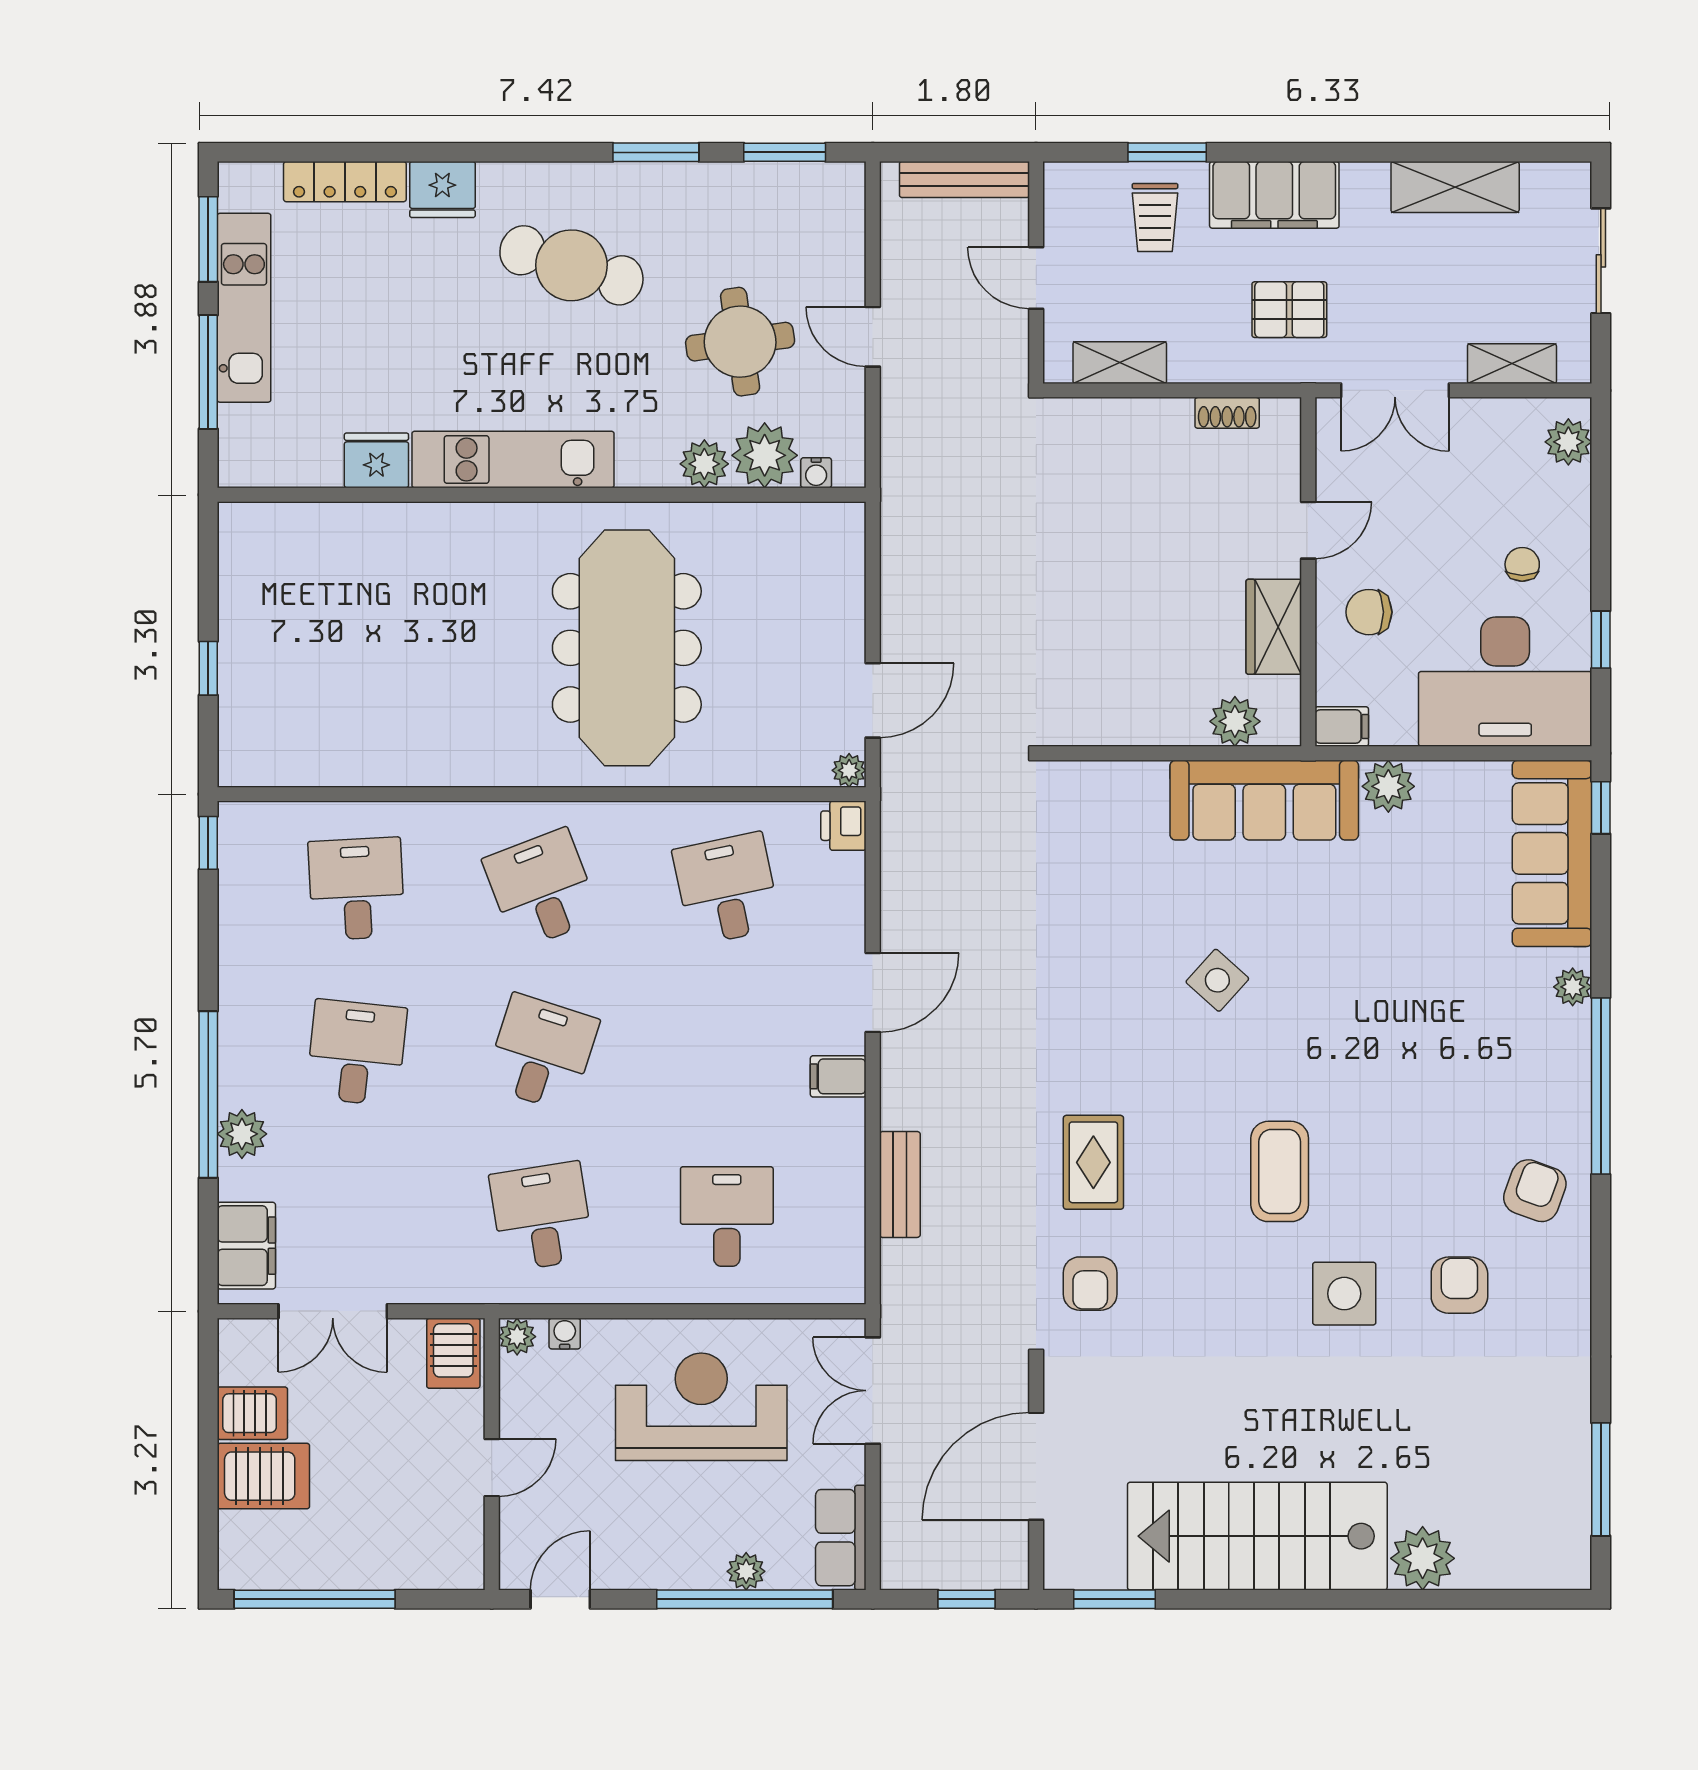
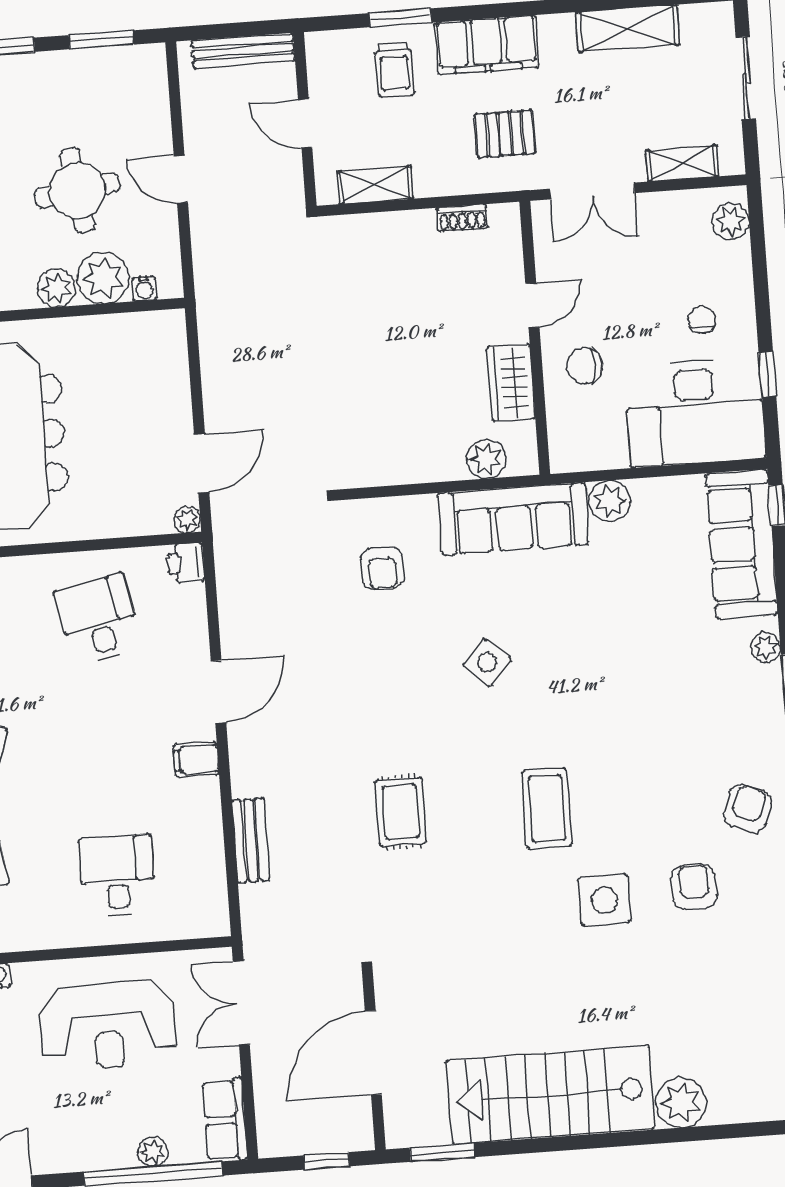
filing cabinet: (1342, 727) -> (570, 457), removed
armchair: (1090, 1284) -> (383, 568), moved
reception desk: (701, 1407) -> (108, 1026), turned 180

